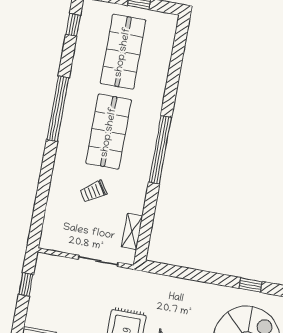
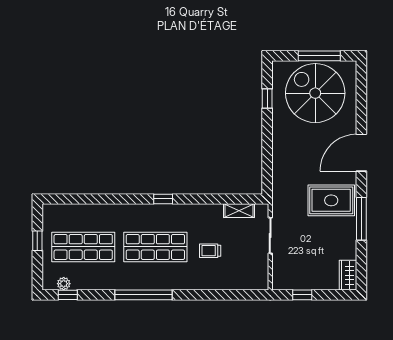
plant: (86, 23) -> (64, 284), added
window: (160, 150) -> (163, 199), width x0.32
trolley: (93, 191) -> (210, 251), turned 123

